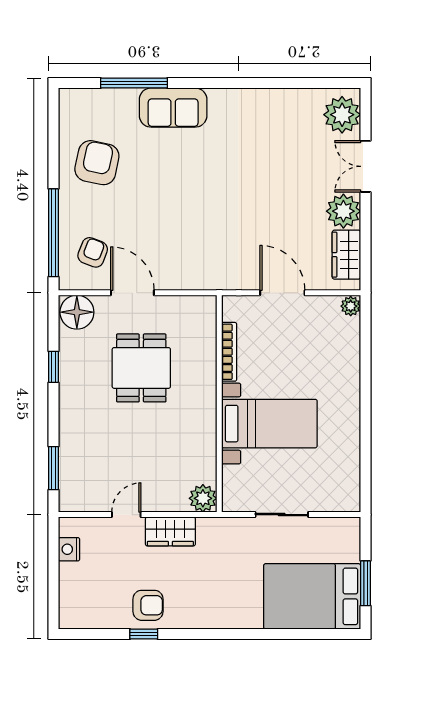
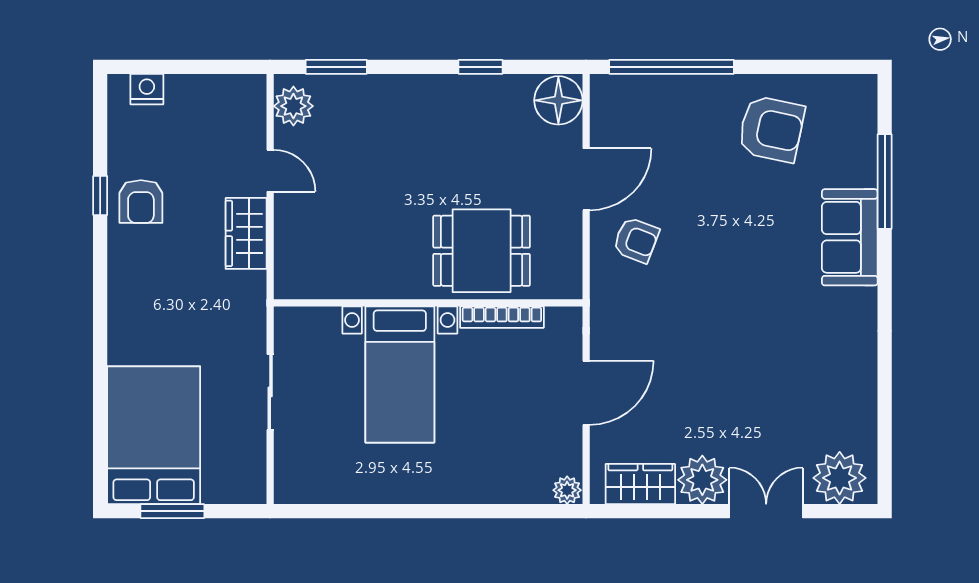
armchair: (93, 252) -> (636, 240), moved
dining table: (141, 368) -> (482, 251), moved
plant: (203, 498) -> (293, 106), moved
nightstand: (69, 549) -> (147, 89), moved

